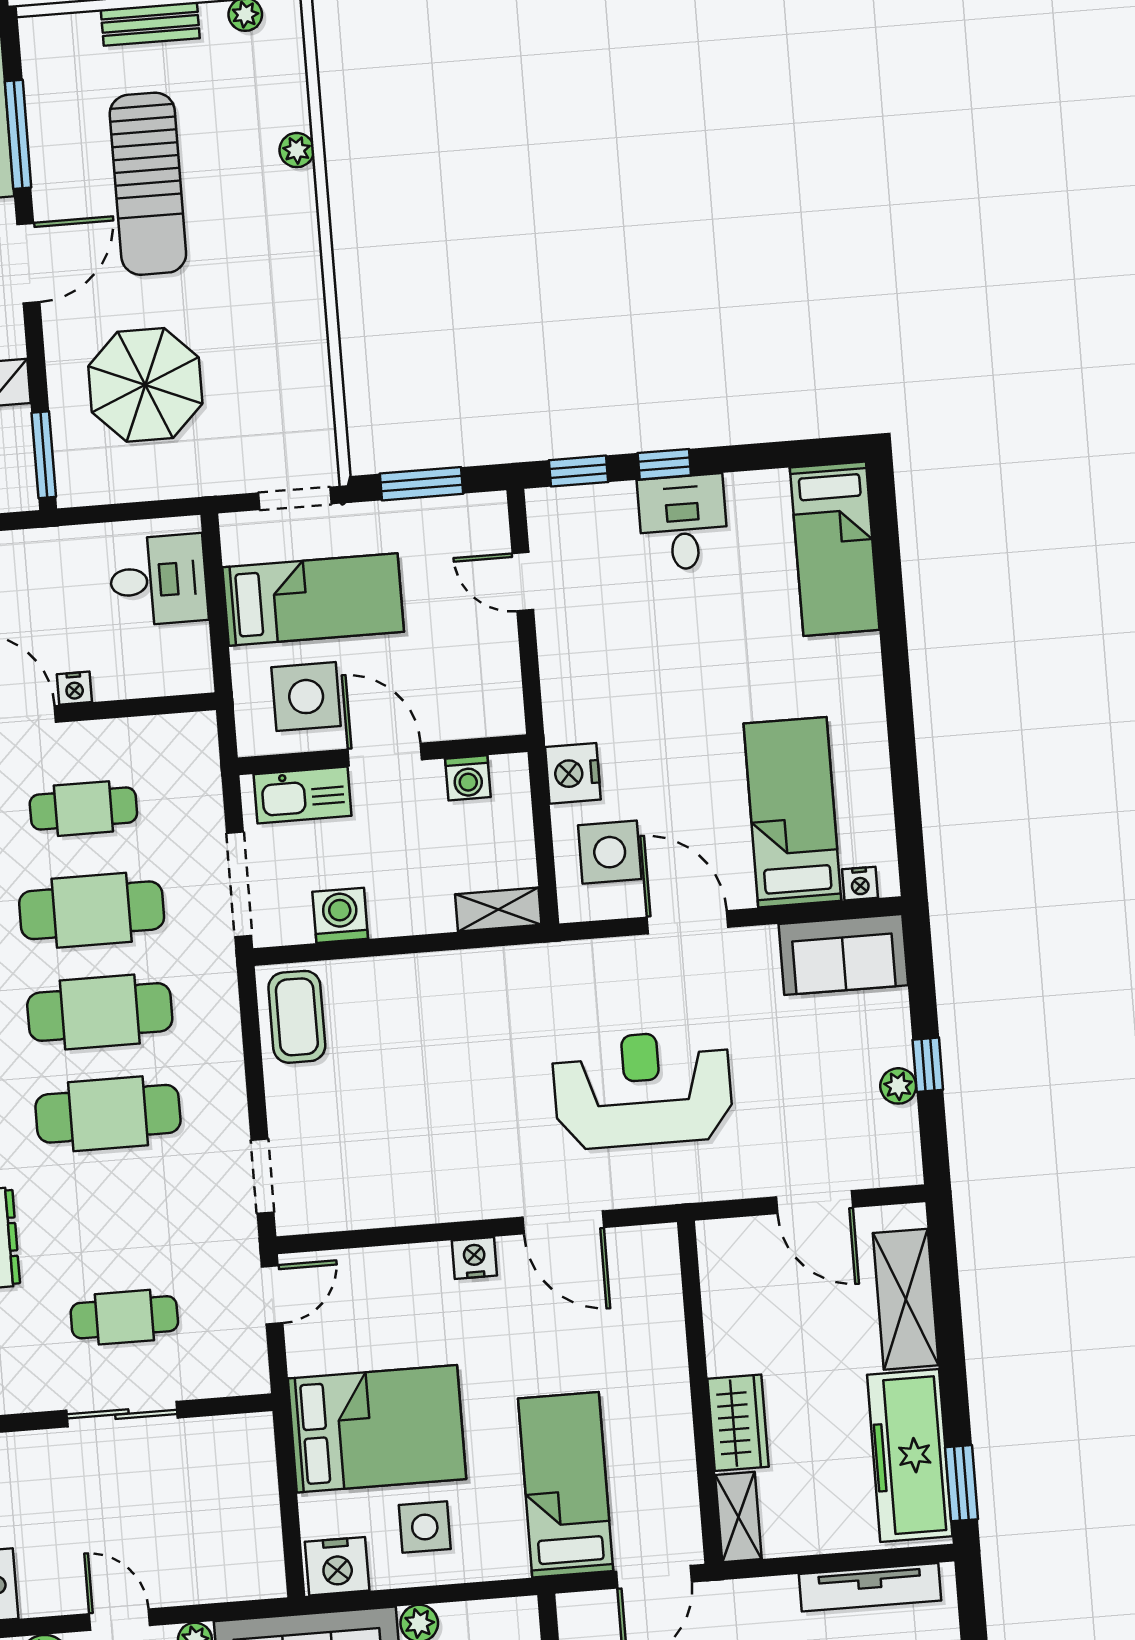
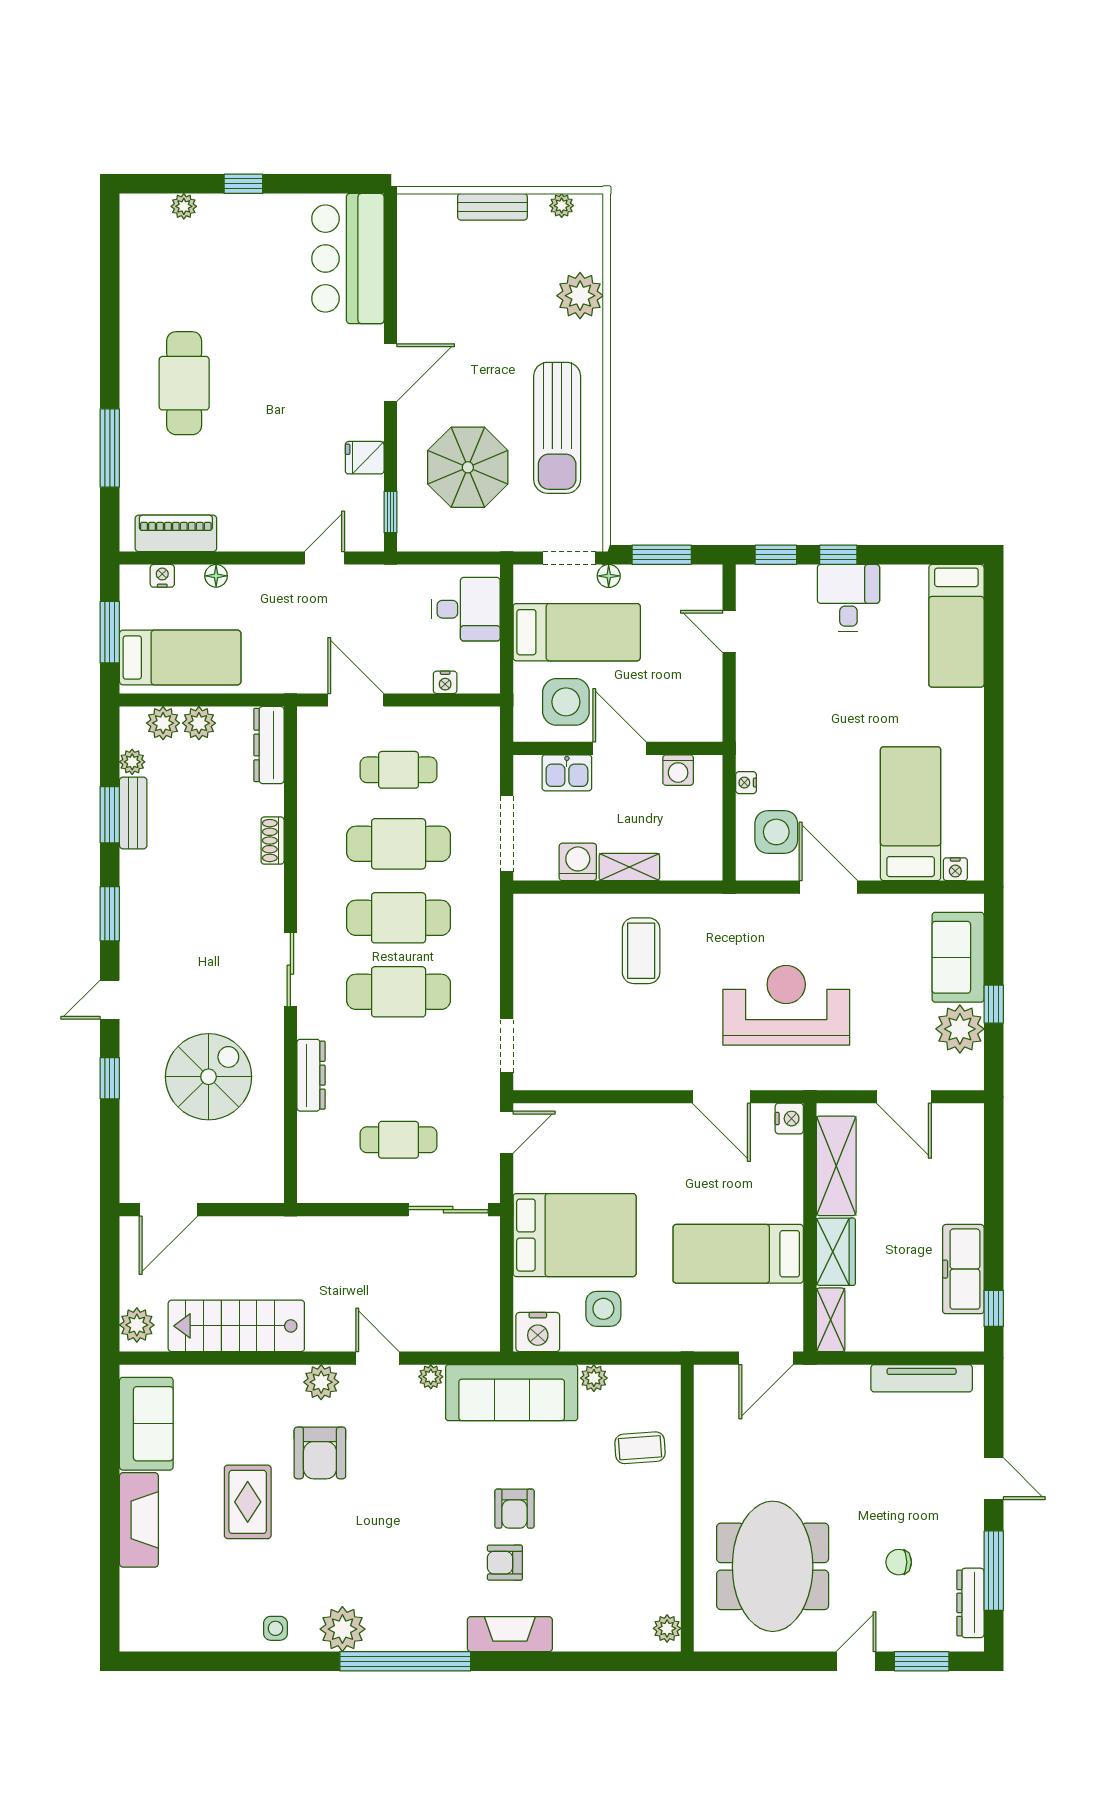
window: (18, 134) -> (390, 279), removed
plant: (297, 150) -> (580, 296), width x1.88, depth x1.88
sun lounger: (148, 184) -> (557, 428), moved
window: (44, 455) -> (390, 512), width x0.67
floor lamp: (351, 519) -> (609, 576), added
nightstand: (74, 688) -> (445, 682), moved
nightstand: (573, 773) -> (746, 783), width x0.53, depth x0.56
kitchen sink: (302, 795) -> (567, 773), width x0.73
shelving: (498, 910) -> (629, 867), moved
sofa: (843, 955) -> (958, 957), moved, turned 90
coffee table: (297, 1017) -> (641, 951), moved
plant: (898, 1086) -> (960, 1029), width x1.87, depth x1.87
nightstand: (474, 1258) -> (789, 1119), moved, turned 90
shelving: (906, 1299) -> (836, 1166), moved
sliding door: (122, 1414) -> (448, 1210), moved
freezer: (910, 1455) -> (963, 1269), width x0.73, depth x0.79
window: (961, 1483) -> (994, 1308), width x0.67
bed: (566, 1485) -> (738, 1254), moved, turned -90

